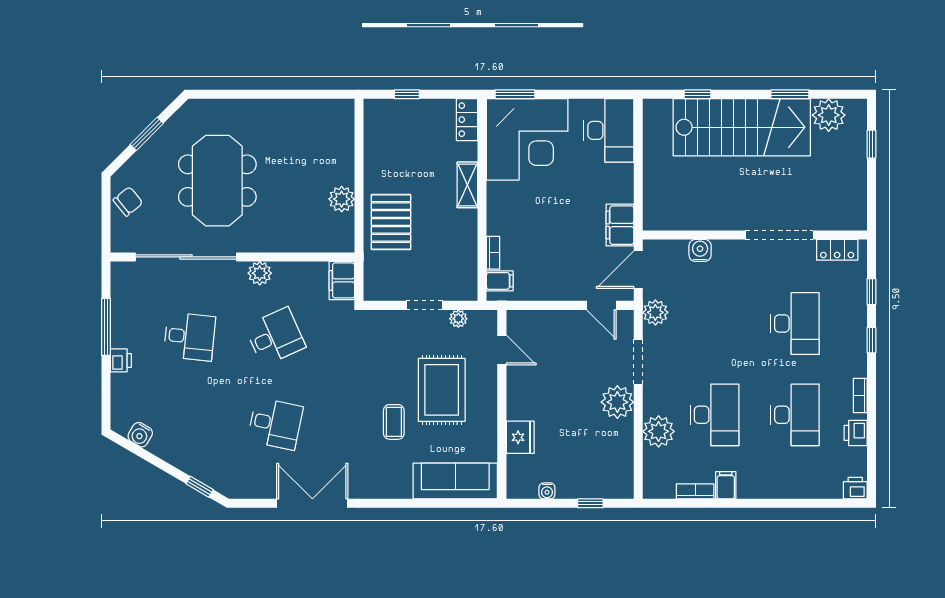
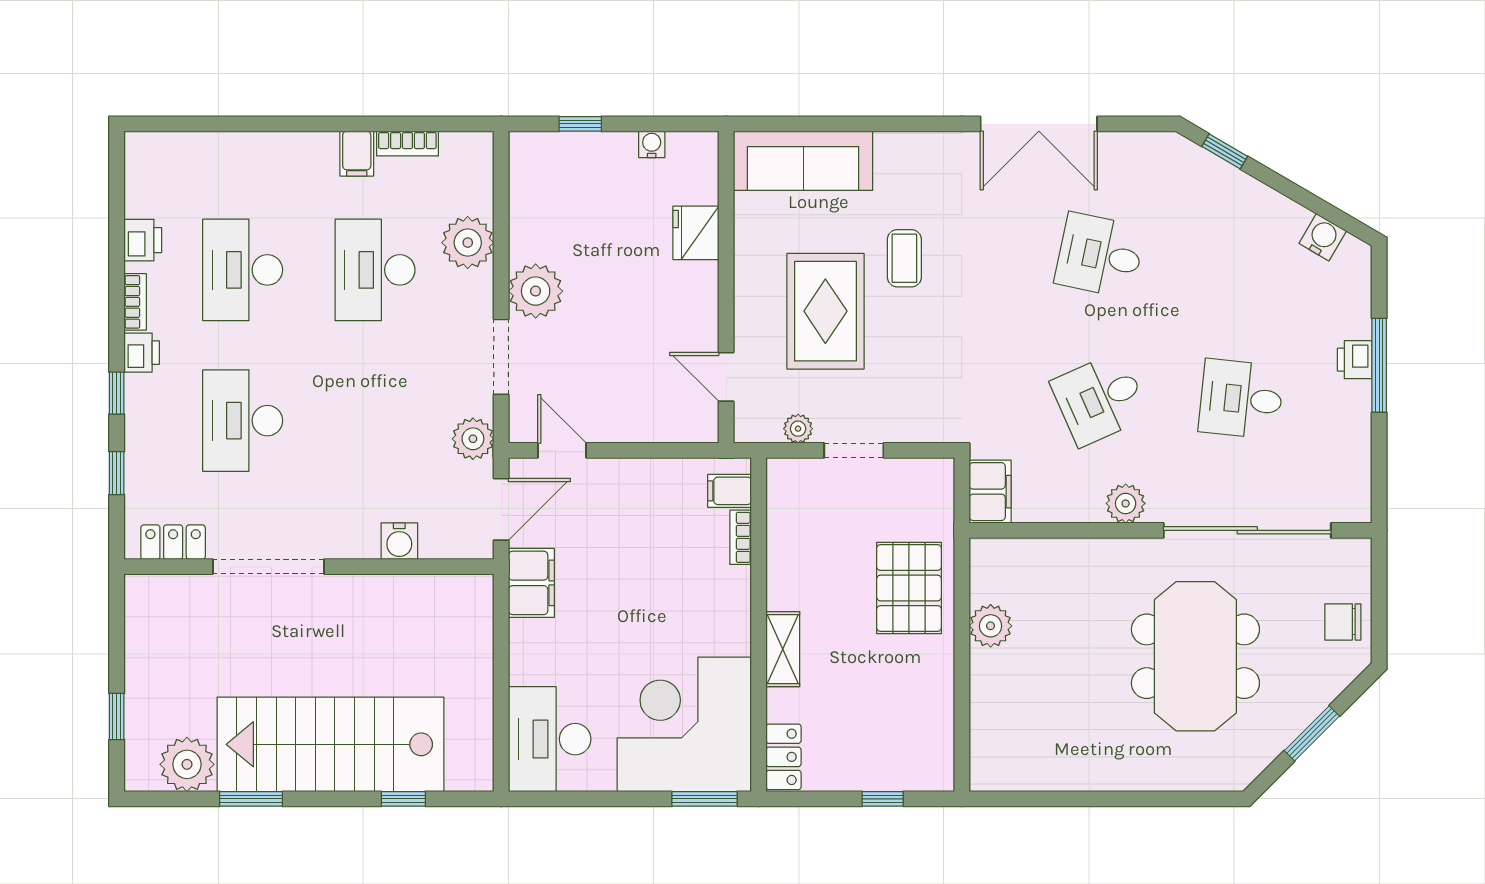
chair: (128, 201) -> (1343, 622), turned 39
window: (106, 327) -> (1379, 365), moved
printer: (855, 488) -> (142, 353), moved, turned -90

